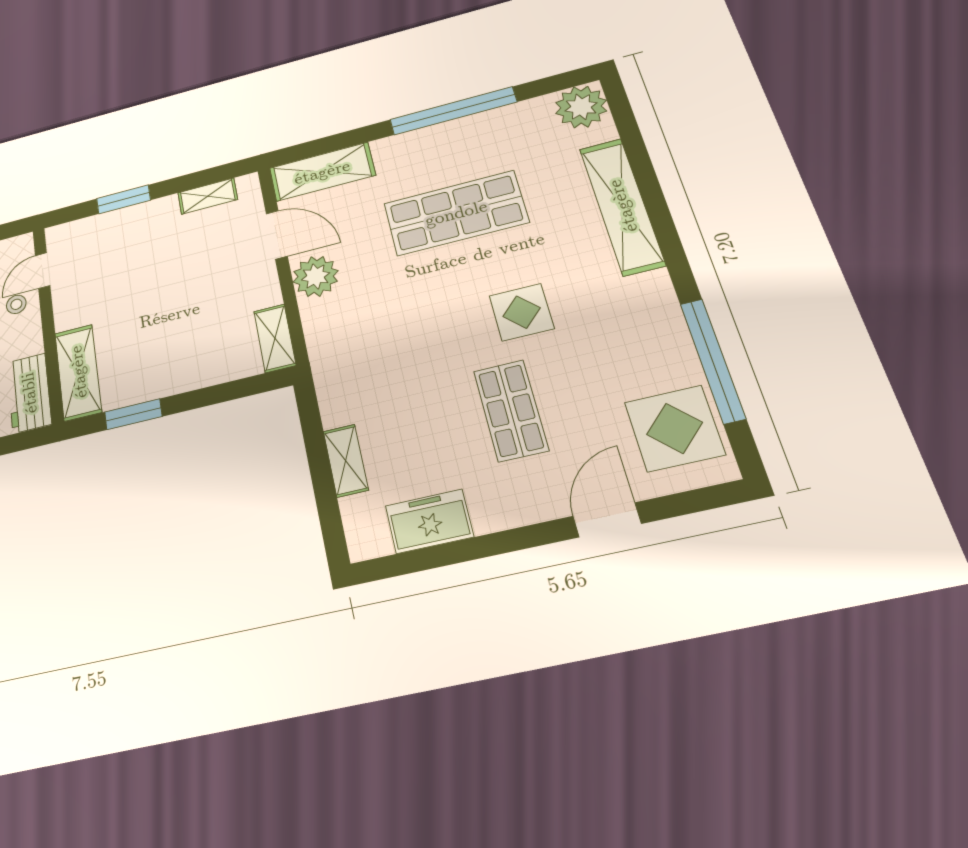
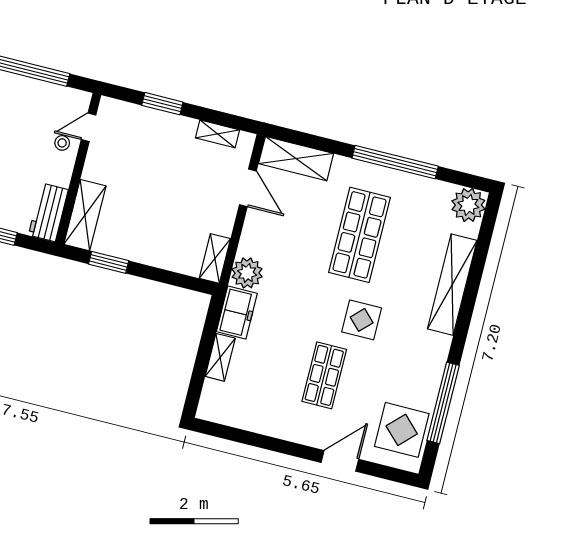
shop shelf: (456, 213) -> (360, 235), turned 90
plant: (316, 276) -> (247, 273), moved
freezer: (429, 521) -> (237, 312), moved, turned 90

